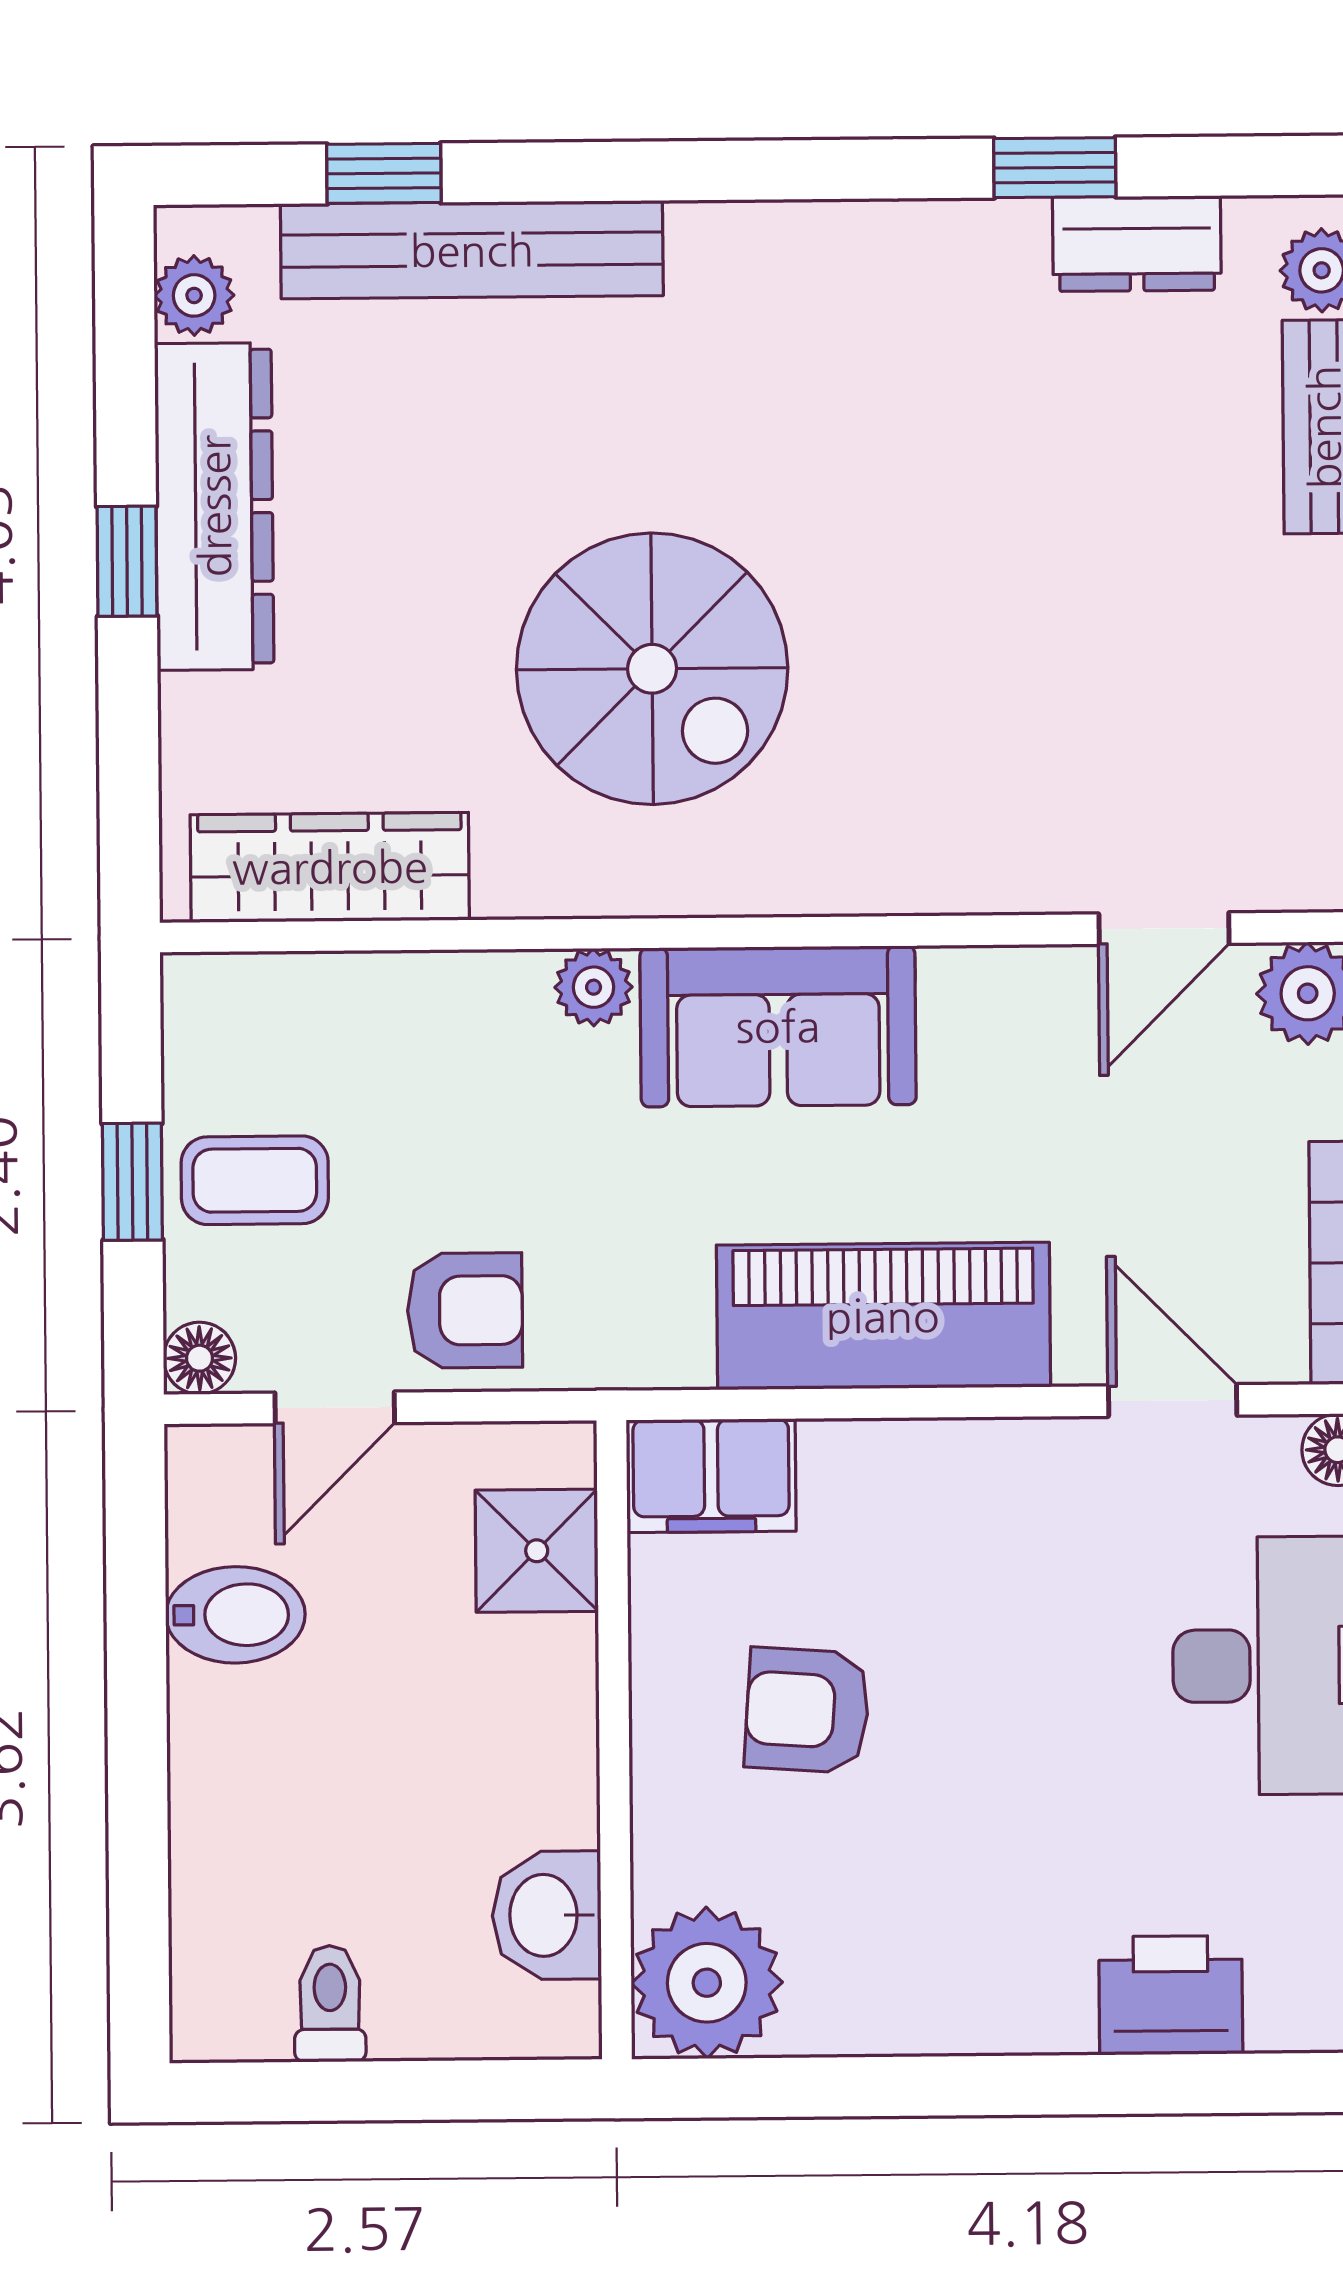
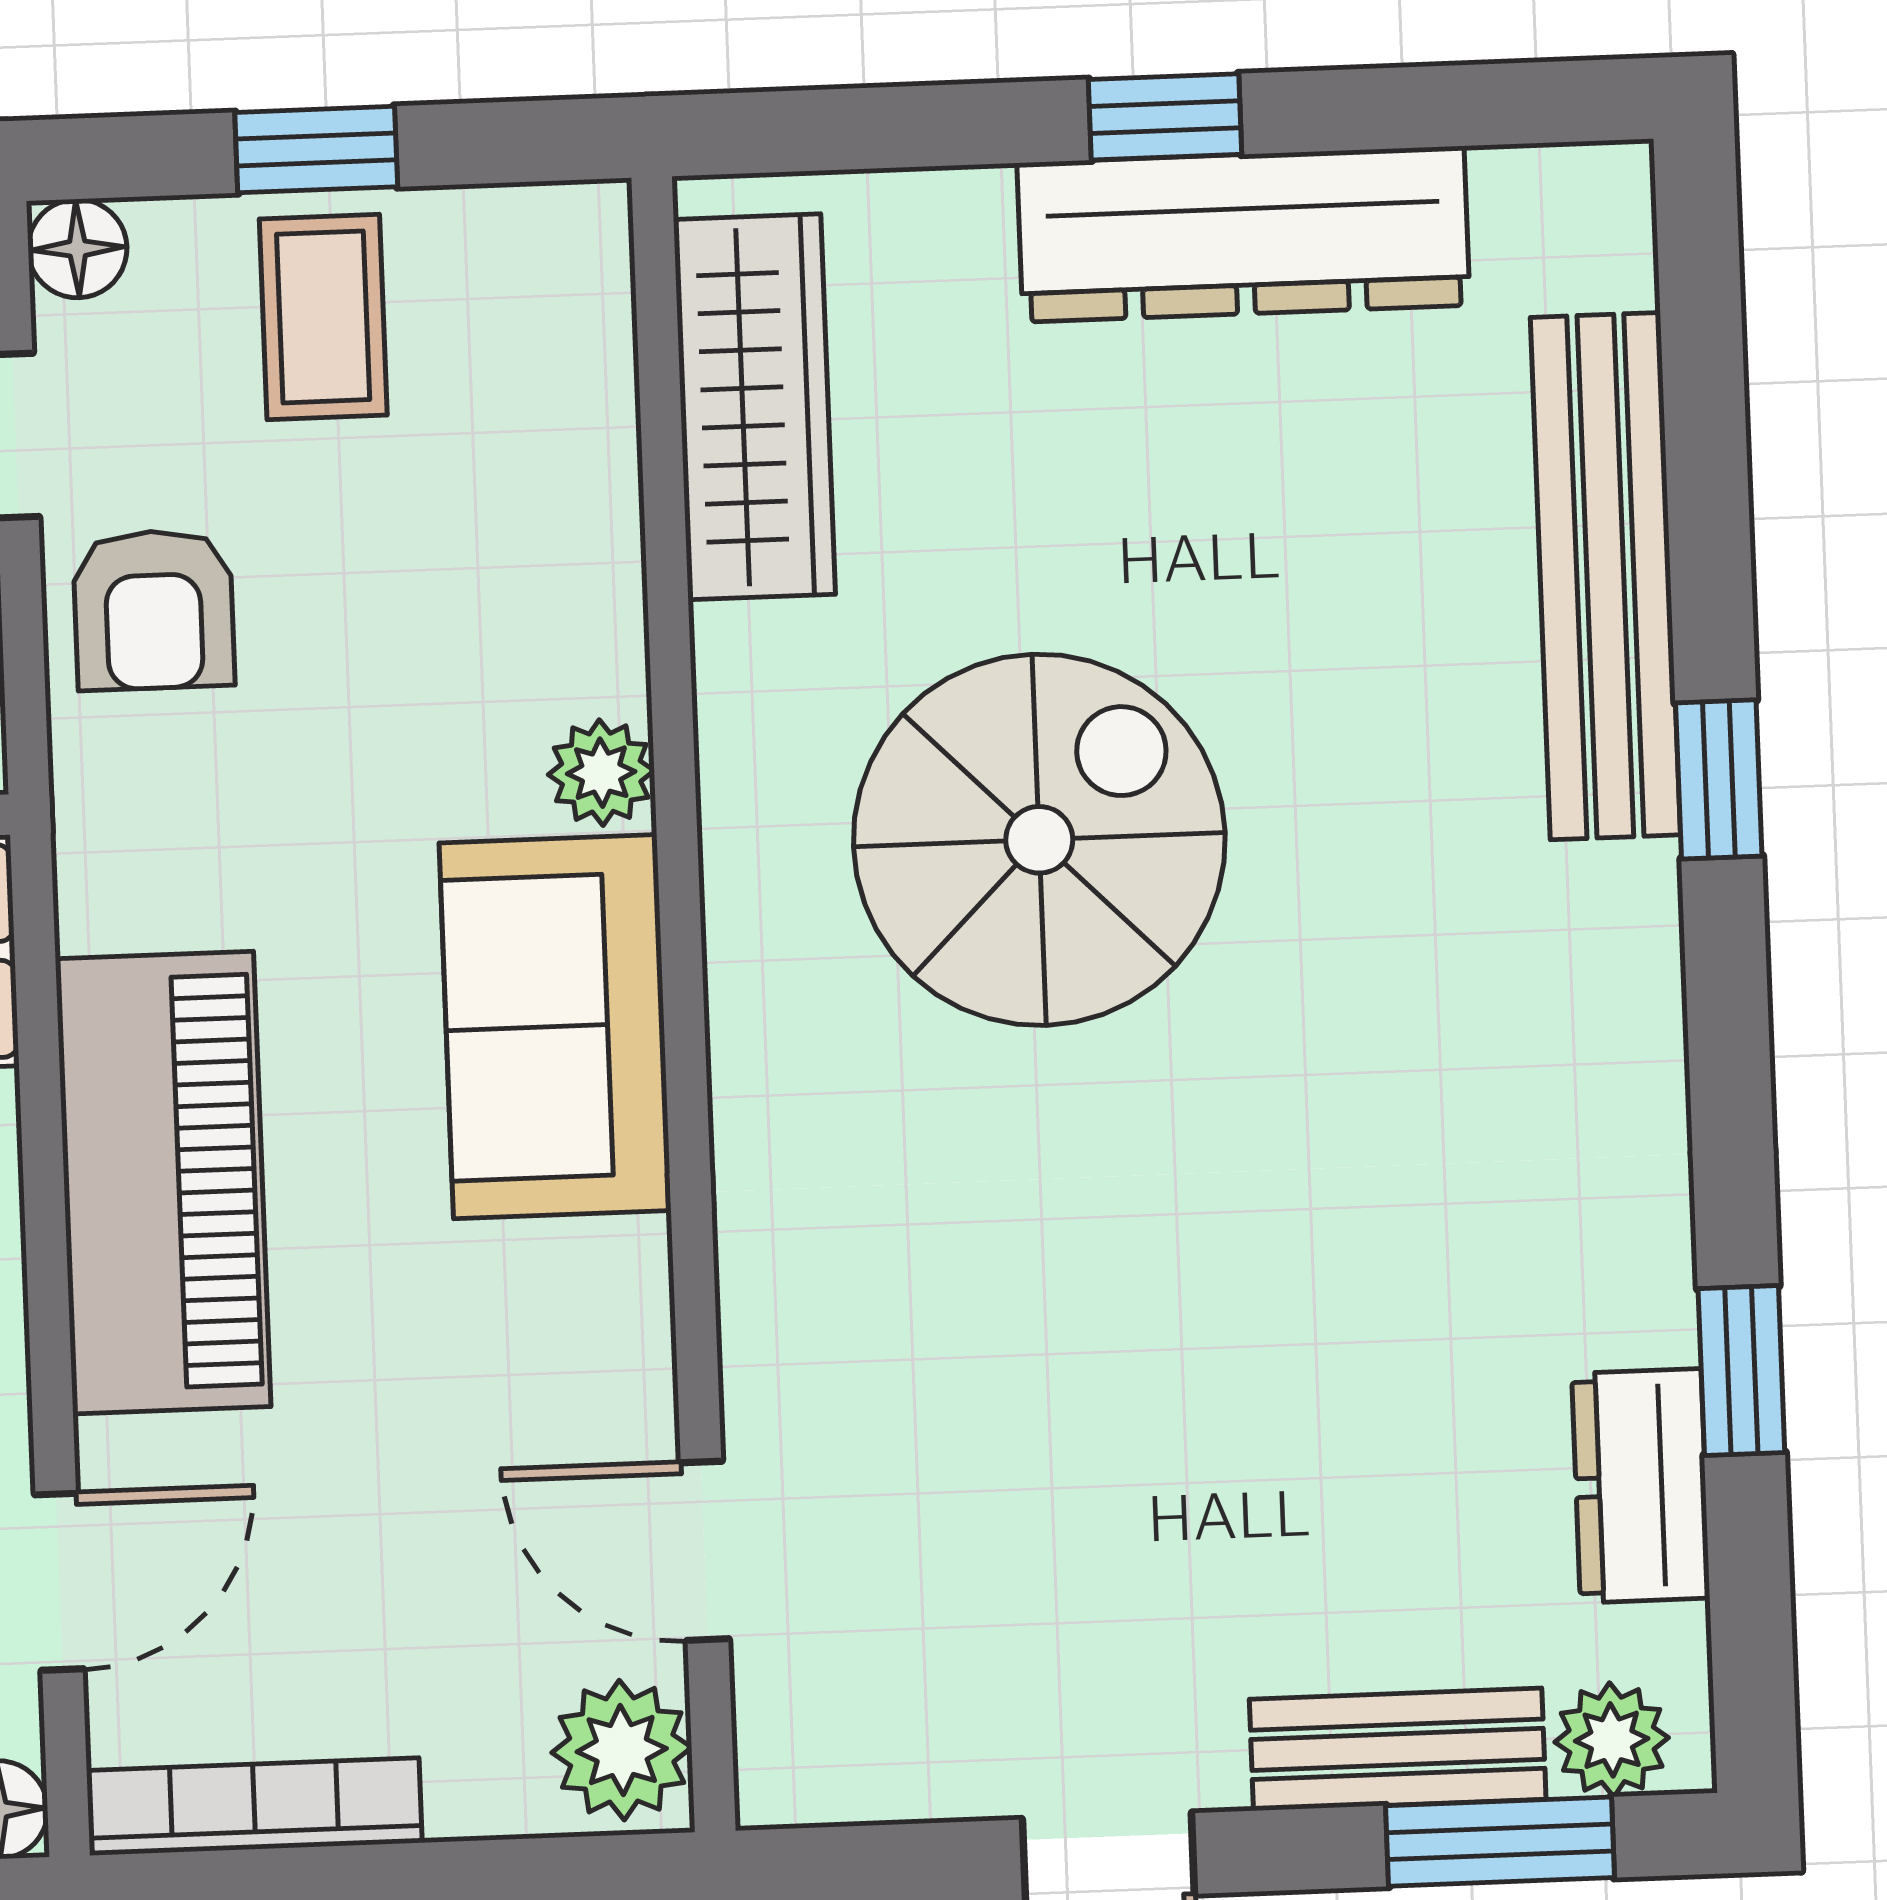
window: (384, 173) -> (1719, 779), moved
plant: (194, 295) -> (1531, 198), removed
spiral stairs: (652, 669) -> (1039, 840), turned 180

